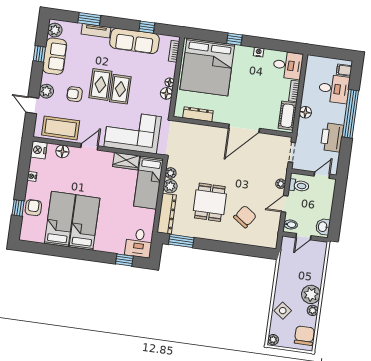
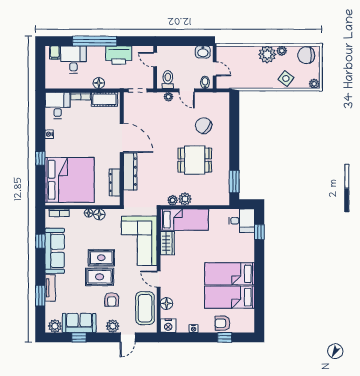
dresser: (167, 214) -> (130, 171), moved, turned 90

